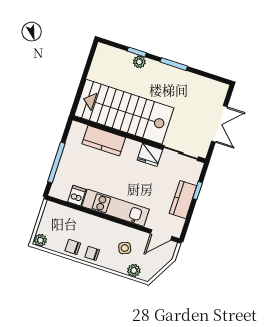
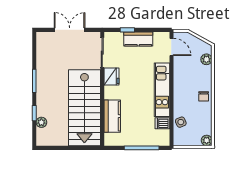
plant: (139, 62) -> (41, 122), moved
chair: (73, 247) -> (204, 113), removed
side table: (125, 248) -> (181, 122), moved

